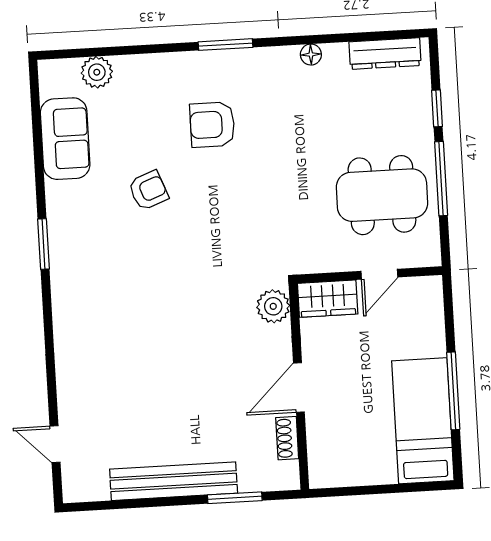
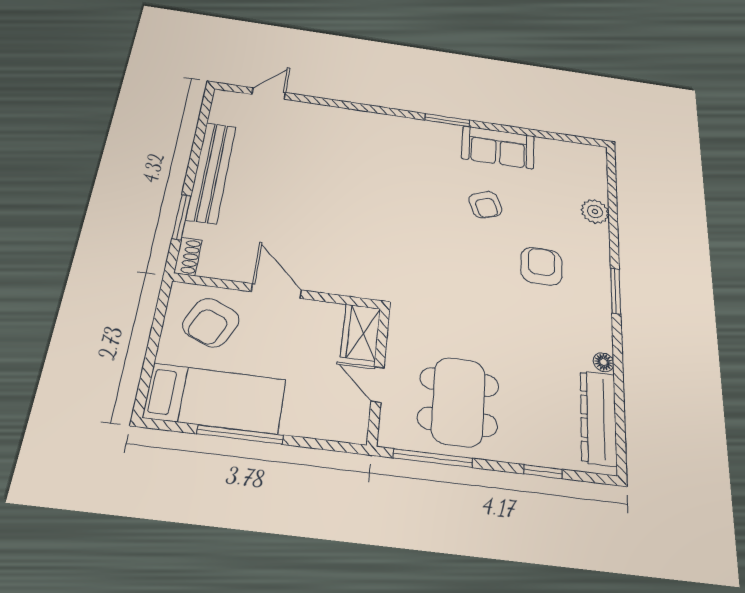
dresser: (385, 54) -> (598, 418), width x1.37, depth x1.24
plant: (97, 72) -> (595, 212), moved
sofa: (65, 139) -> (498, 147), moved
window: (441, 179) -> (433, 458), moved
plant: (273, 306) -> (361, 284), removed
shoe rack: (287, 438) -> (188, 256), moved, turned 90
armchair: (346, 442) -> (211, 323), added

